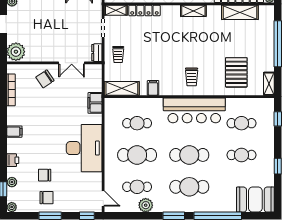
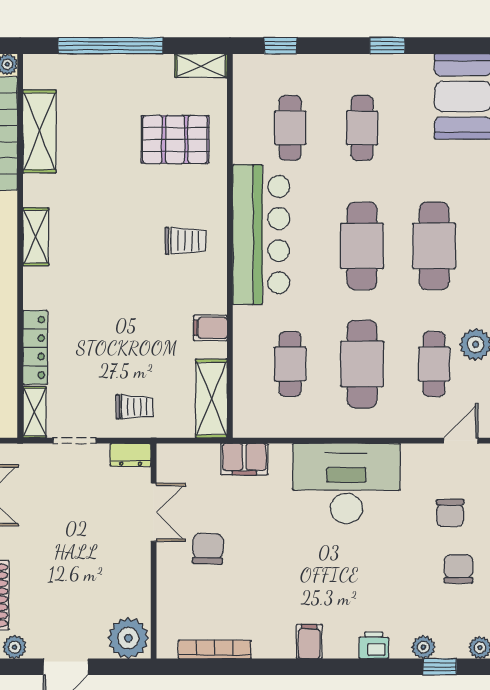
chair: (45, 79) -> (208, 549), moved, turned -144
chair: (45, 175) -> (450, 513), moved

